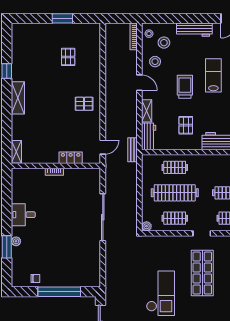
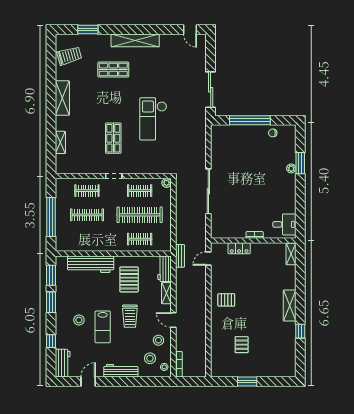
pallet: (186, 125) -> (129, 279), width x1.50, depth x1.42
desk: (23, 215) -> (284, 224), moved
shop shelf: (202, 273) -> (113, 138), width x0.70, depth x0.74

